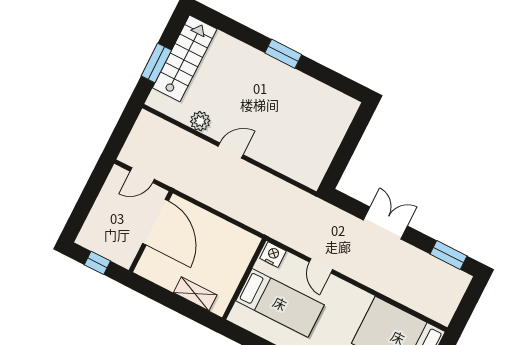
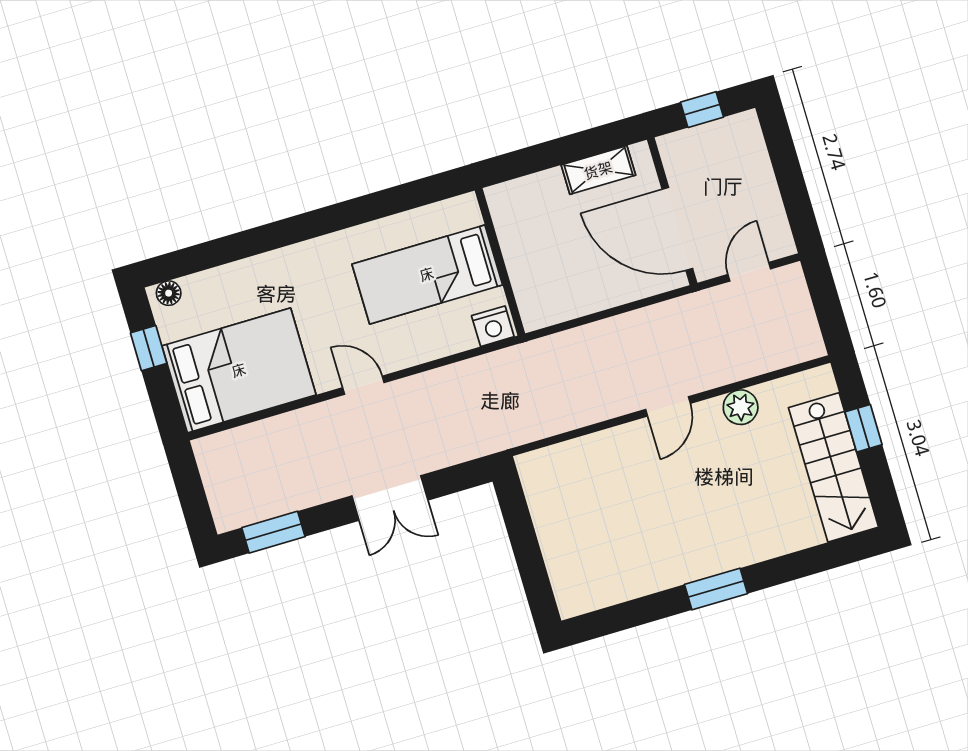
window: (156, 63) -> (863, 428), width x0.67
door: (321, 266) -> (363, 385), moved
shelving: (195, 294) -> (598, 170), moved

